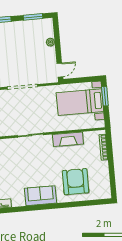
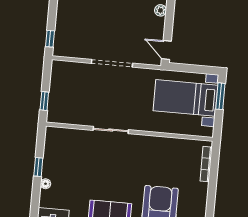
door: (60, 70) -> (166, 50), swing flipped
fireplace: (68, 139) -> (160, 145), removed

